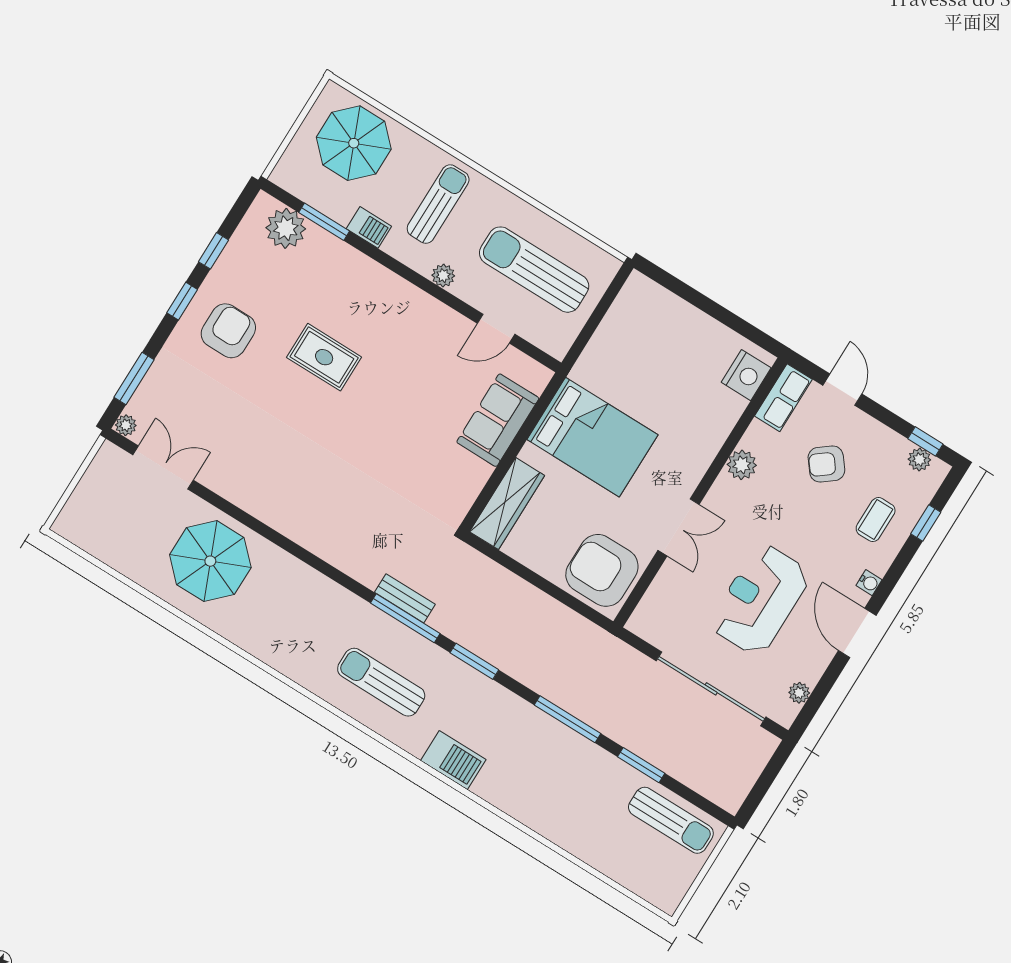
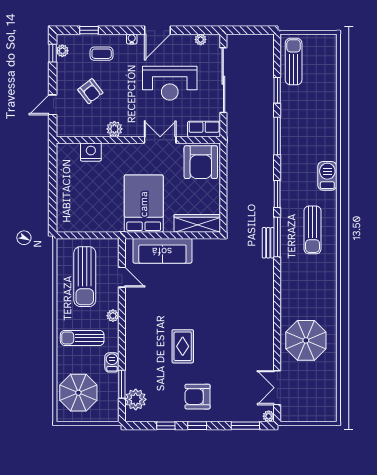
nightstand: (746, 375) -> (91, 152), moved
row of seats: (783, 398) -> (204, 129), moved
sofa: (498, 420) -> (162, 251), width x1.36

